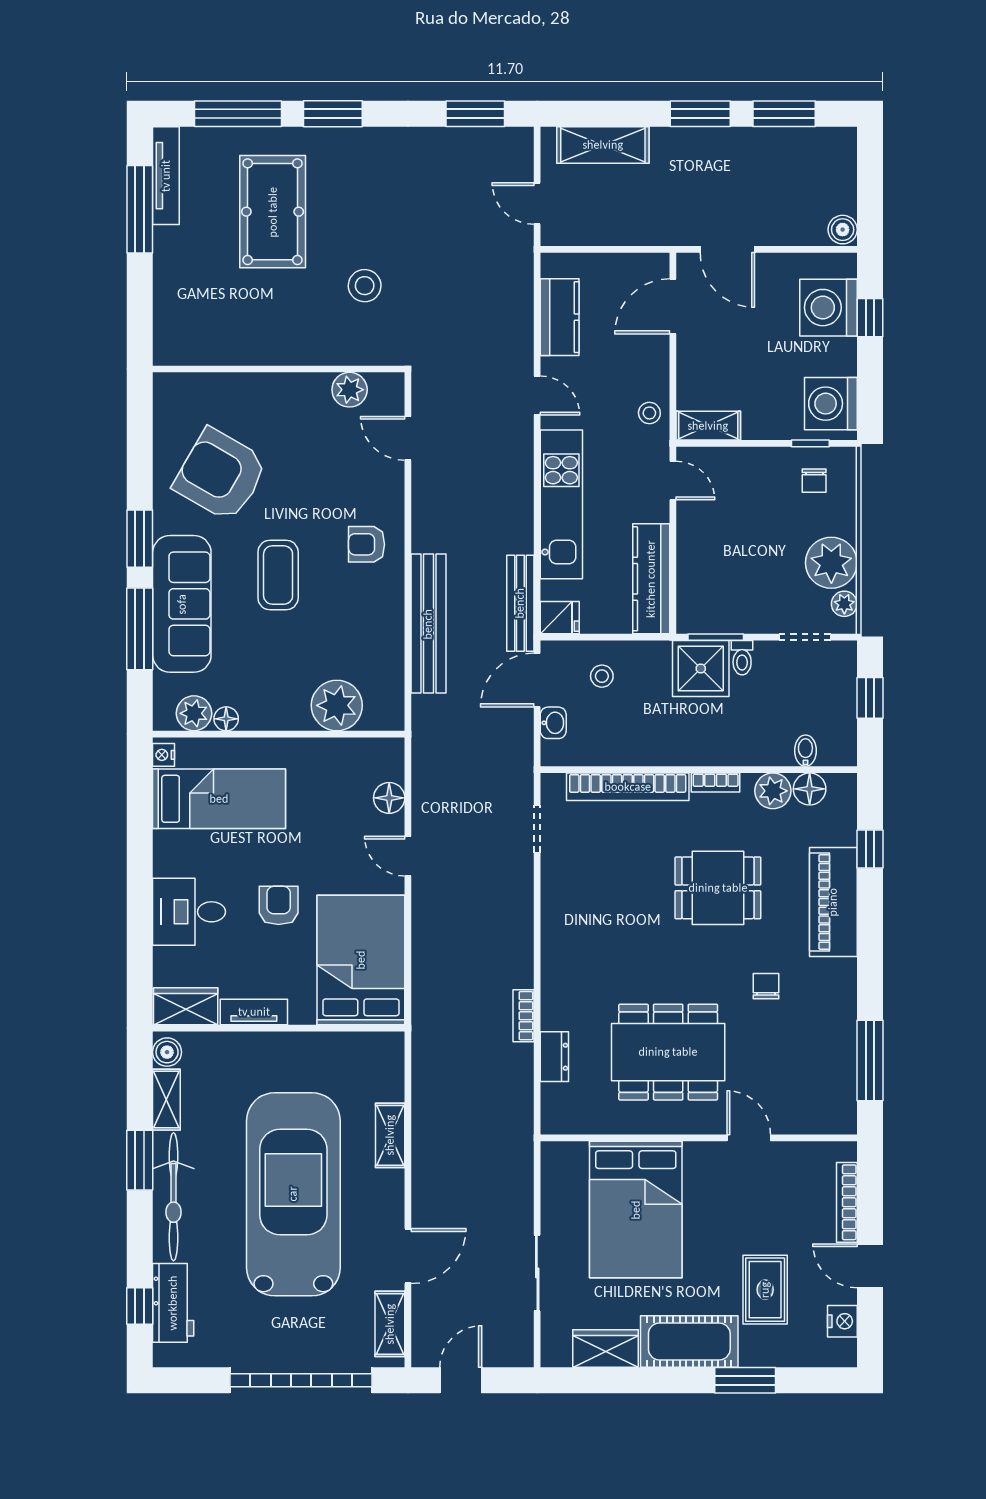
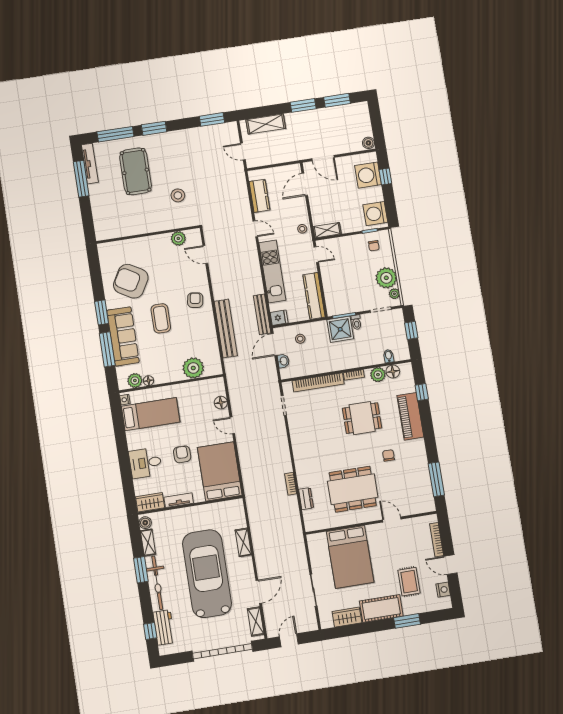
armchair: (367, 544) -> (195, 300), turned 99

